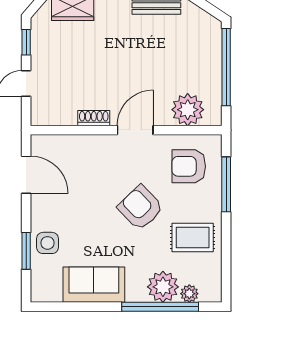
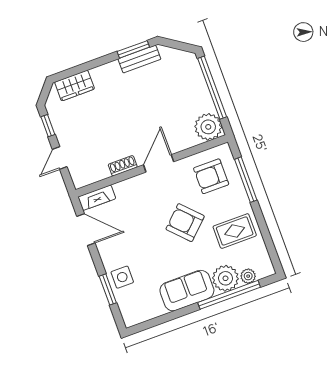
plant: (188, 110) -> (208, 127), moved
fireplace: (52, 143) -> (97, 198), added
sofa: (94, 285) -> (187, 291), moved

